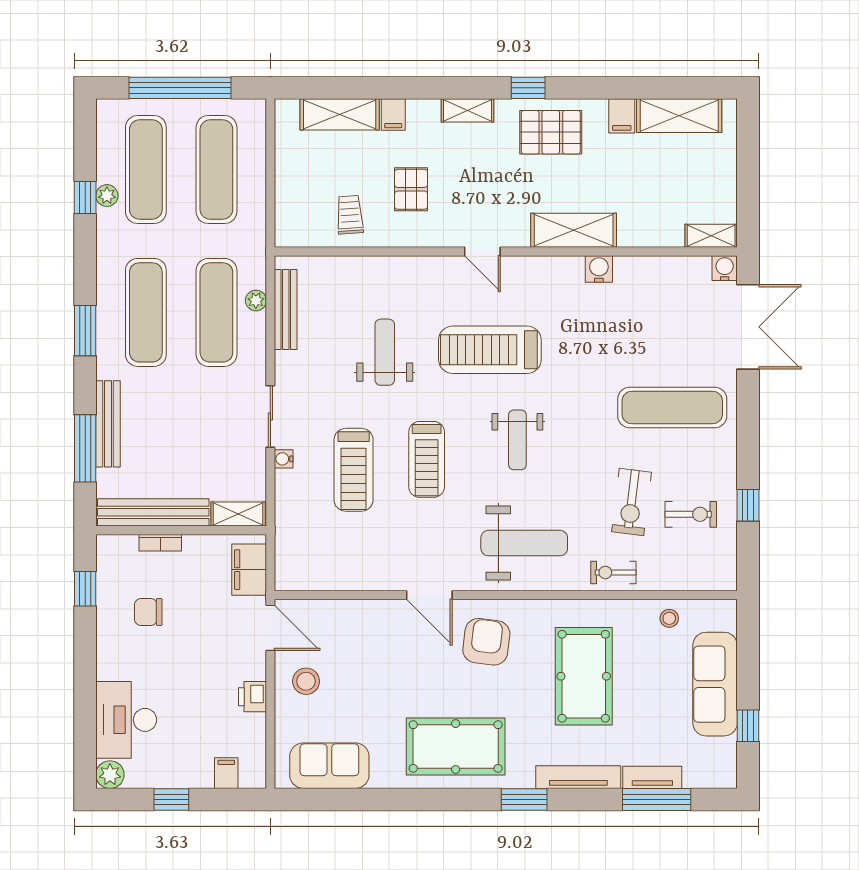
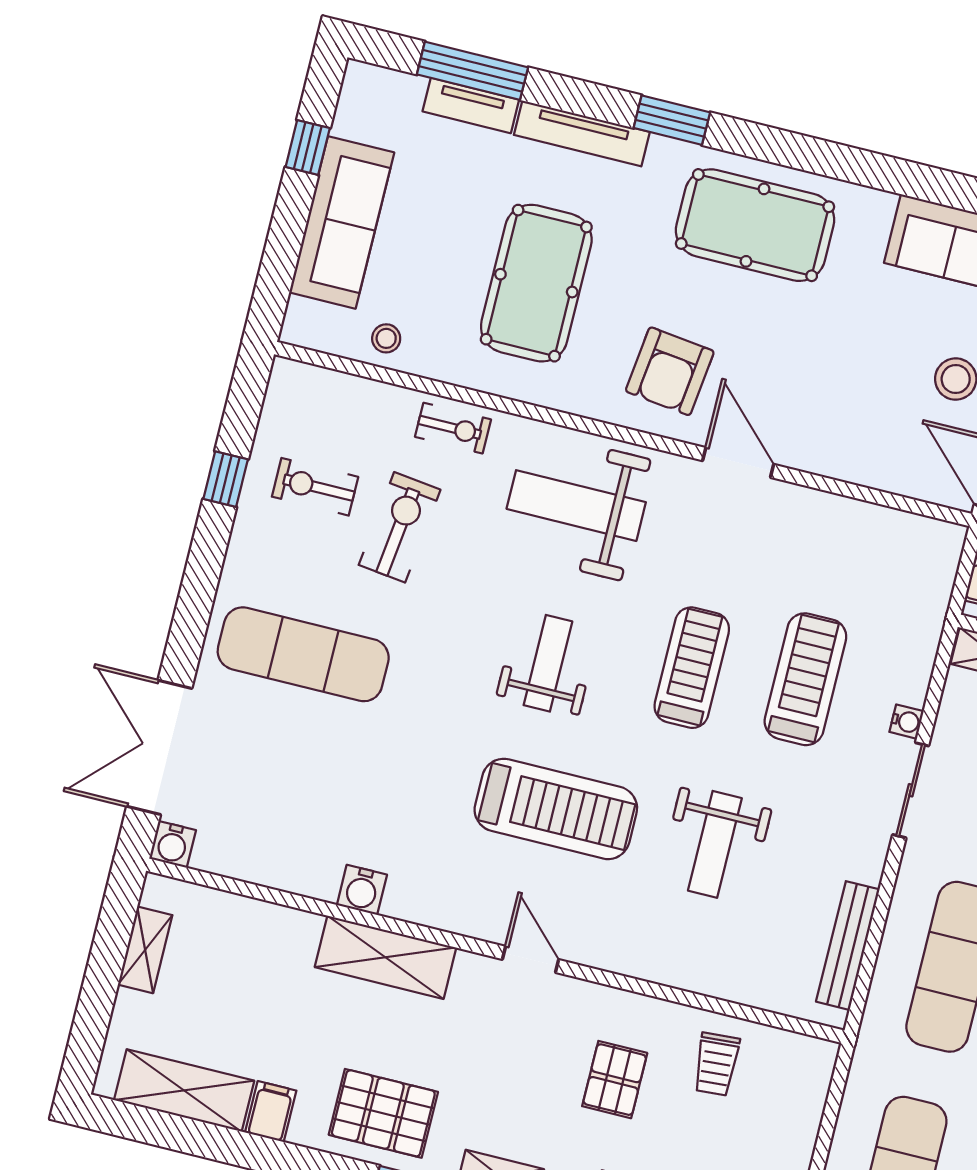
shelving: (711, 236) -> (145, 950), moved, turned 90
plant: (256, 301) -> (889, 970), removed

